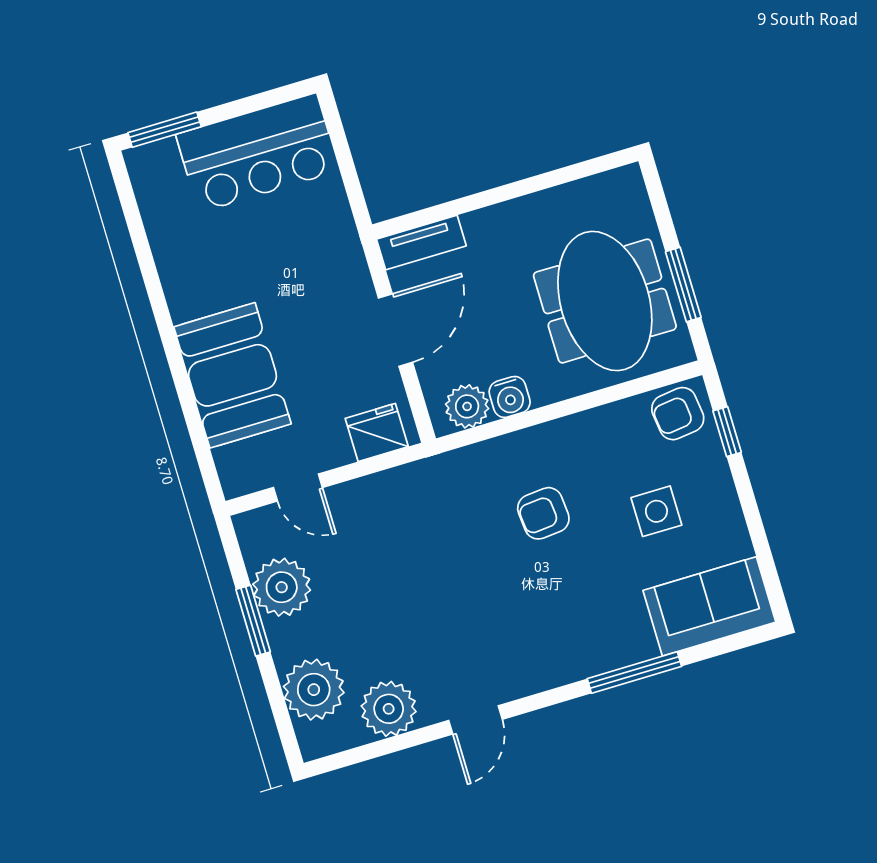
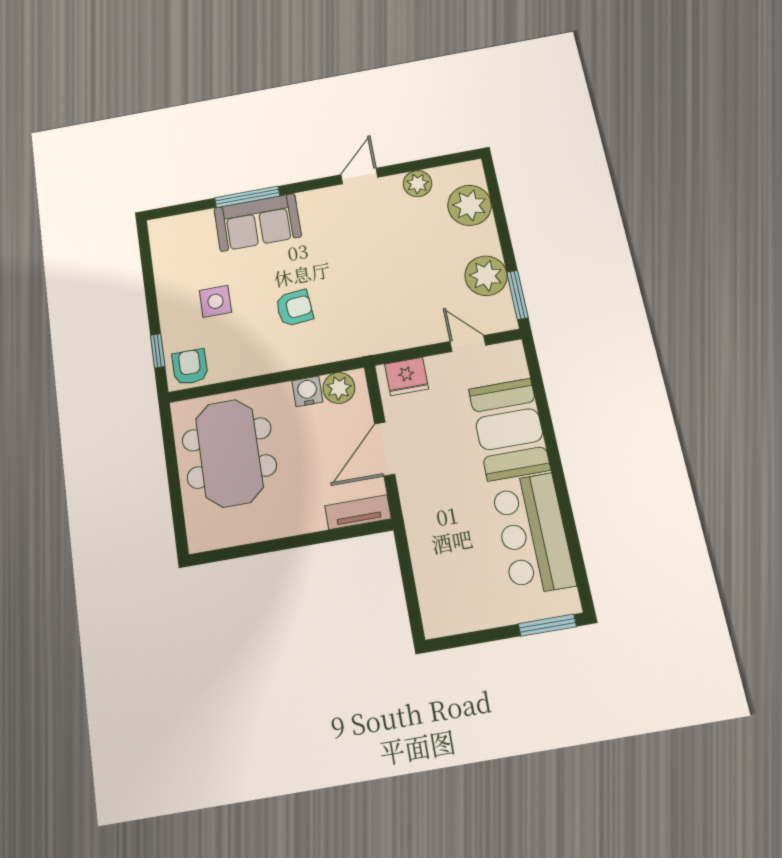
bar counter: (258, 153) -> (533, 534), moved, turned -90
window: (683, 284) -> (171, 458), removed
armchair: (678, 414) -> (190, 367), turned -83
sofa: (709, 606) -> (258, 222), moved
window: (253, 621) -> (517, 295), moved
plant: (389, 709) -> (418, 184), width x0.73, depth x0.73

